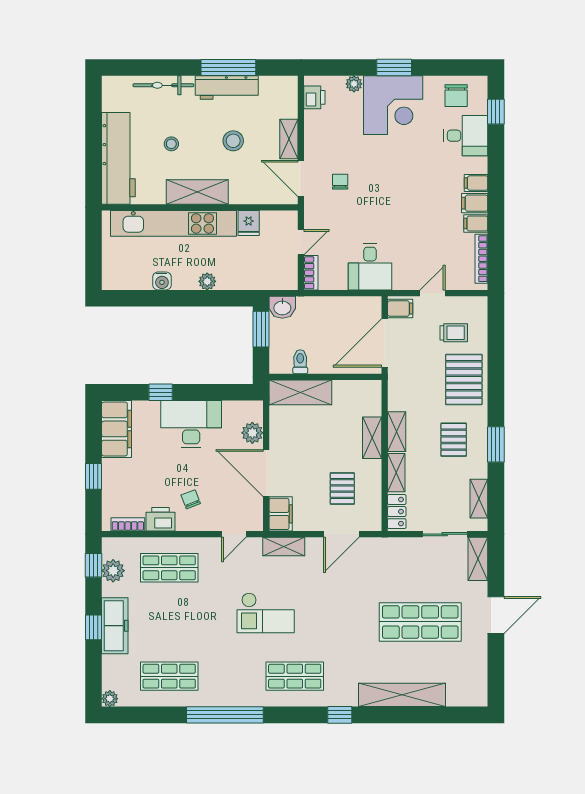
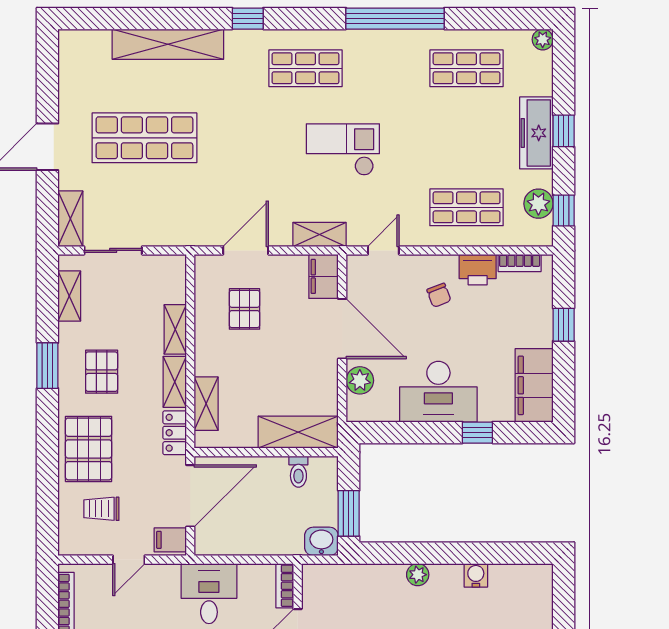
shelving: (372, 438) -> (206, 404), moved
locker: (397, 512) -> (175, 433), moved

